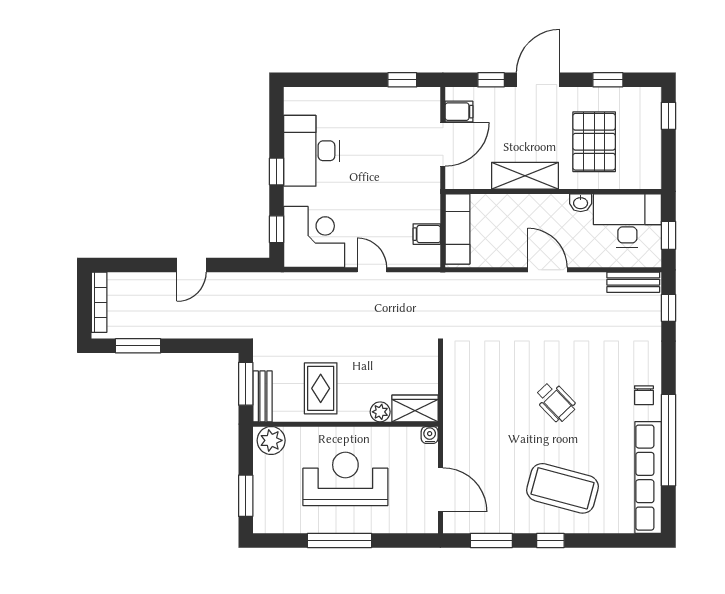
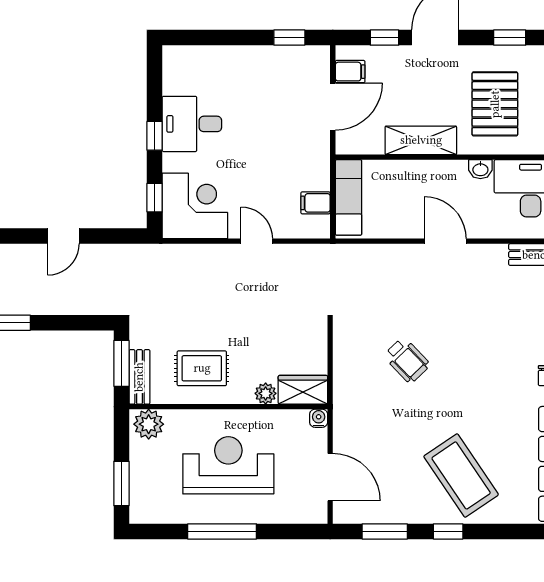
desk: (311, 151) -> (192, 124), width x0.73
rug: (321, 388) -> (202, 368), turned 90
wheelchair: (555, 402) -> (407, 360), moved
coffee table: (563, 488) -> (461, 475), turned 41

